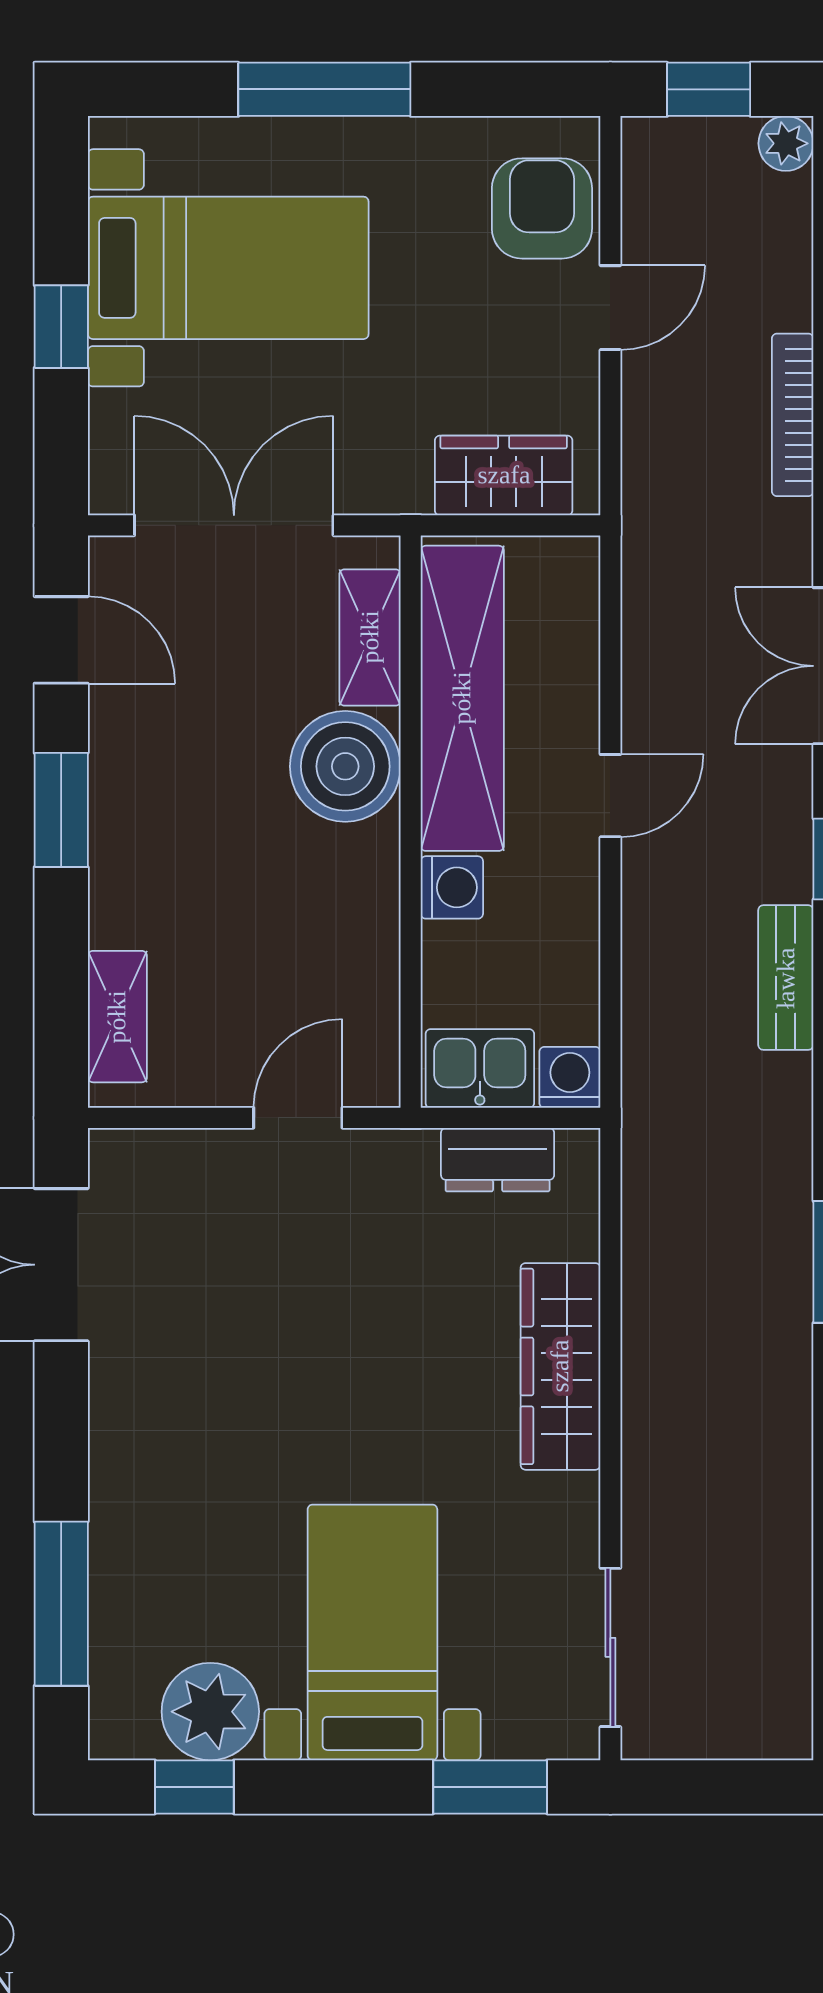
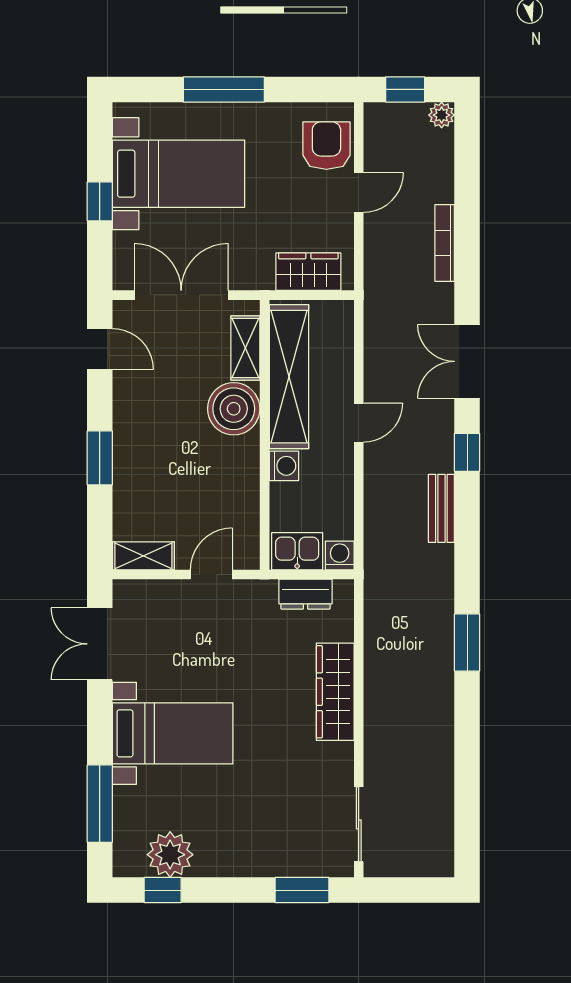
window: (61, 810) -> (100, 458), moved
shelving: (117, 1017) -> (143, 556), moved, turned 90
bed with nightstands: (372, 1632) -> (173, 733), moved, turned 90

